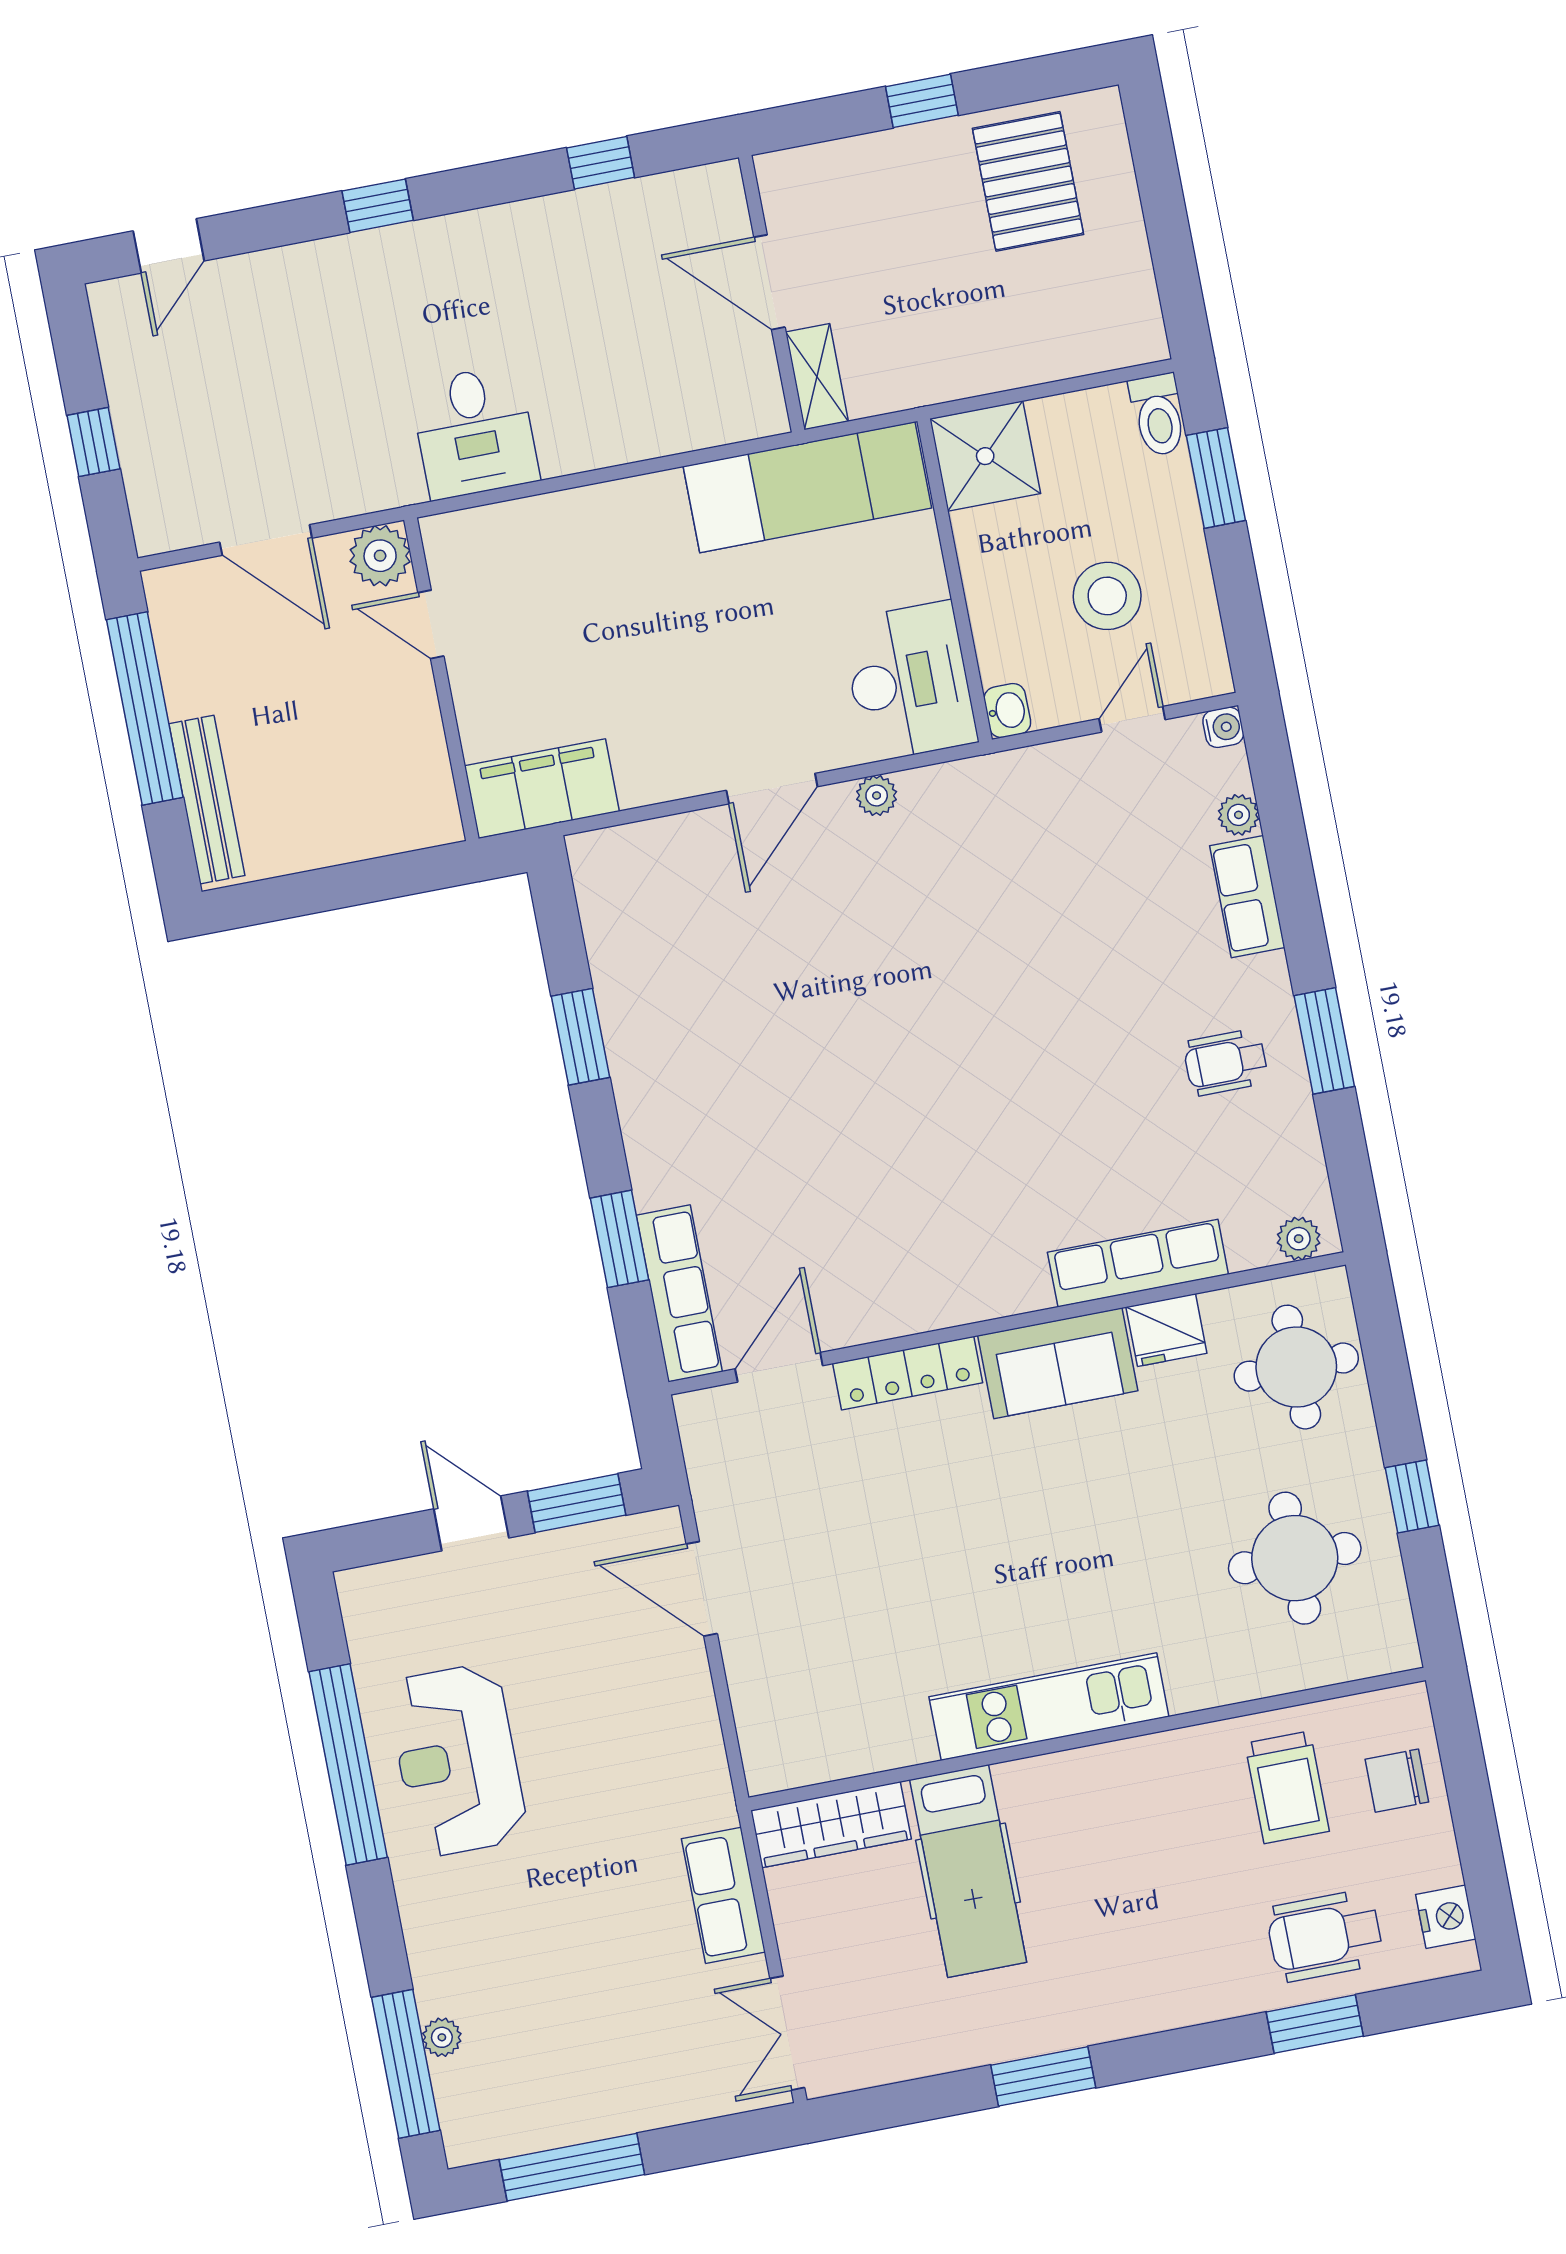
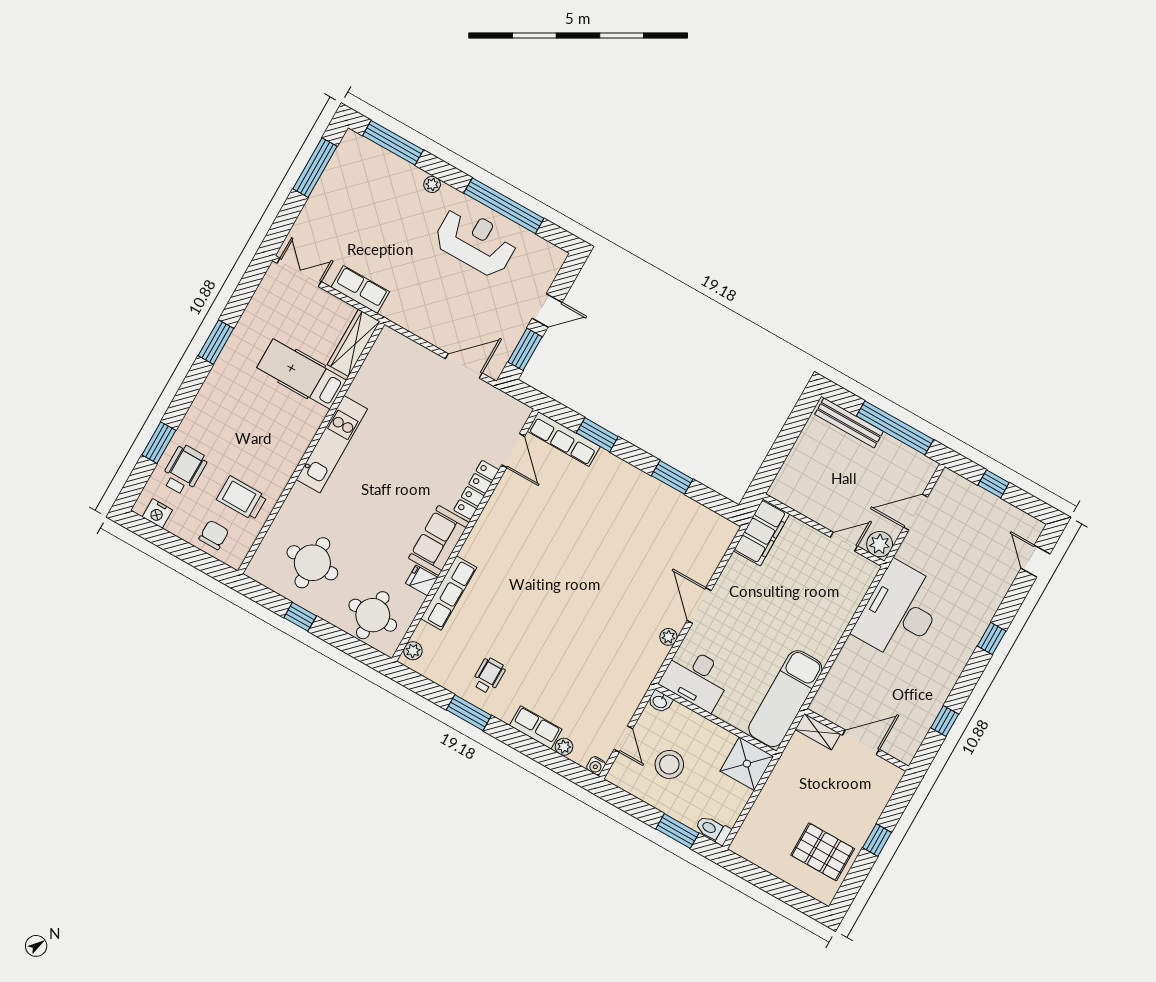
desk: (475, 432) -> (900, 612), width x1.87, depth x1.30
fridge: (1166, 1330) -> (422, 580), width x0.72
plant: (442, 2037) -> (432, 184), moved

